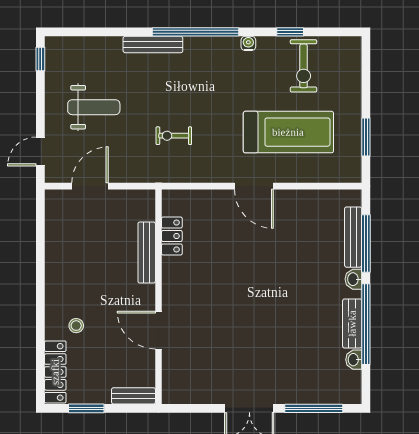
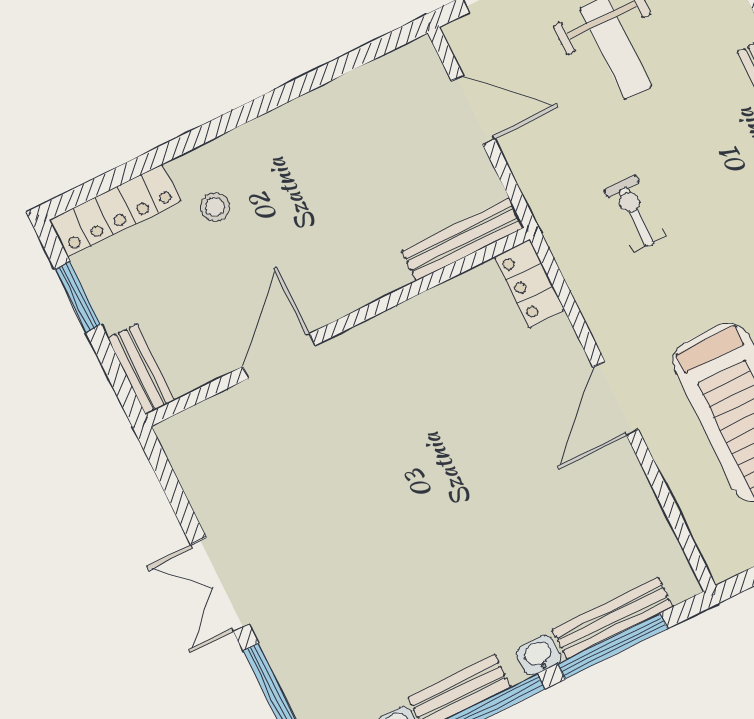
locker: (172, 236) -> (529, 283), moved, turned 90
bench: (147, 253) -> (463, 239), moved

